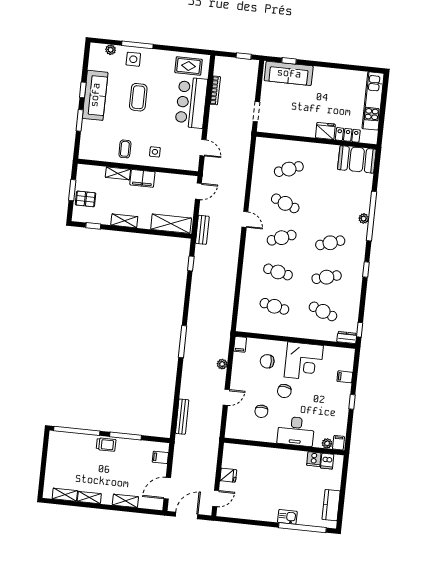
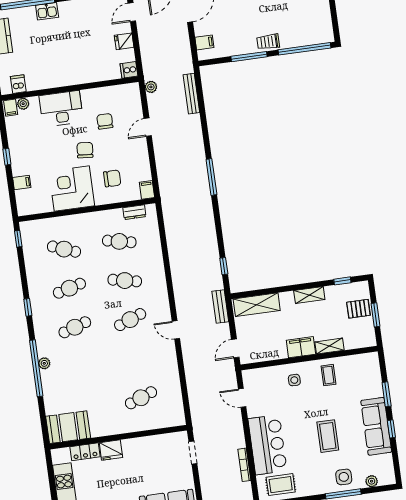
cafe table: (285, 203) -> (136, 359), removed
dresser: (347, 338) -> (134, 212), moved
plant: (222, 364) -> (151, 87), moved
cooker: (314, 459) -> (129, 70), moved, turned -90

